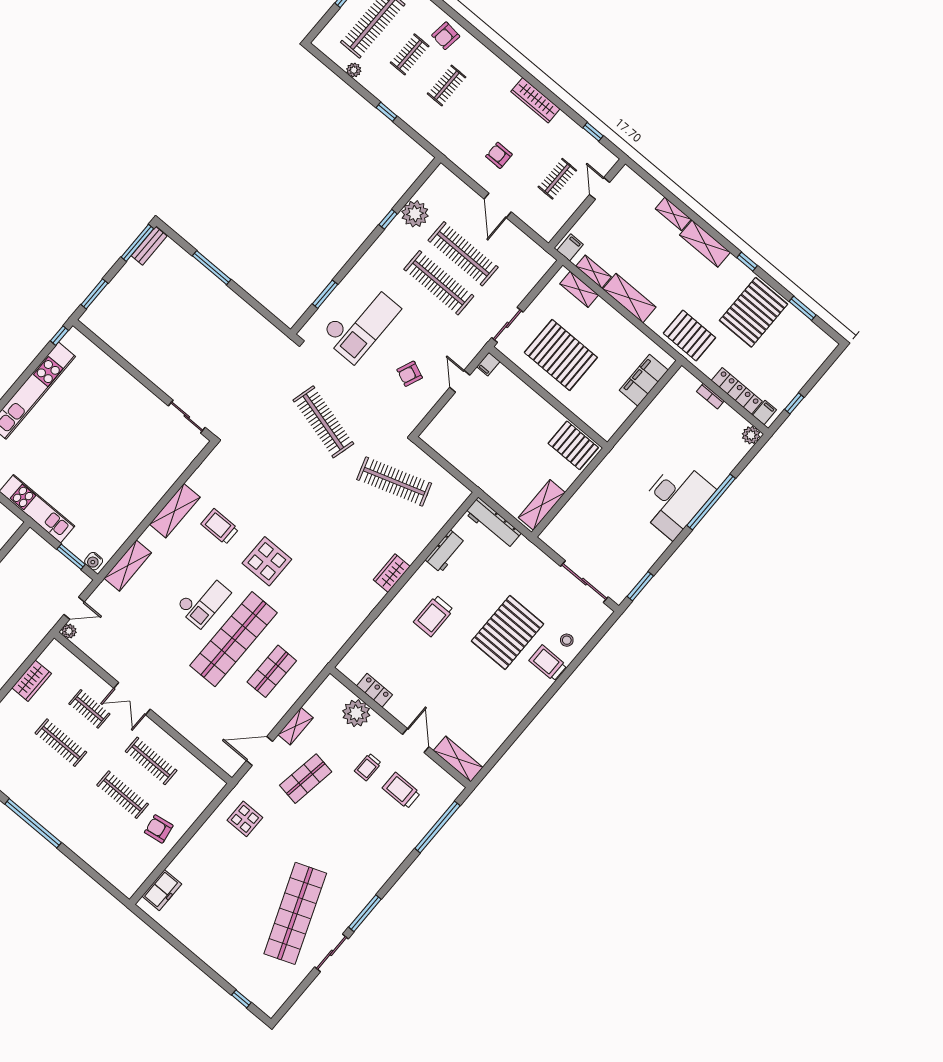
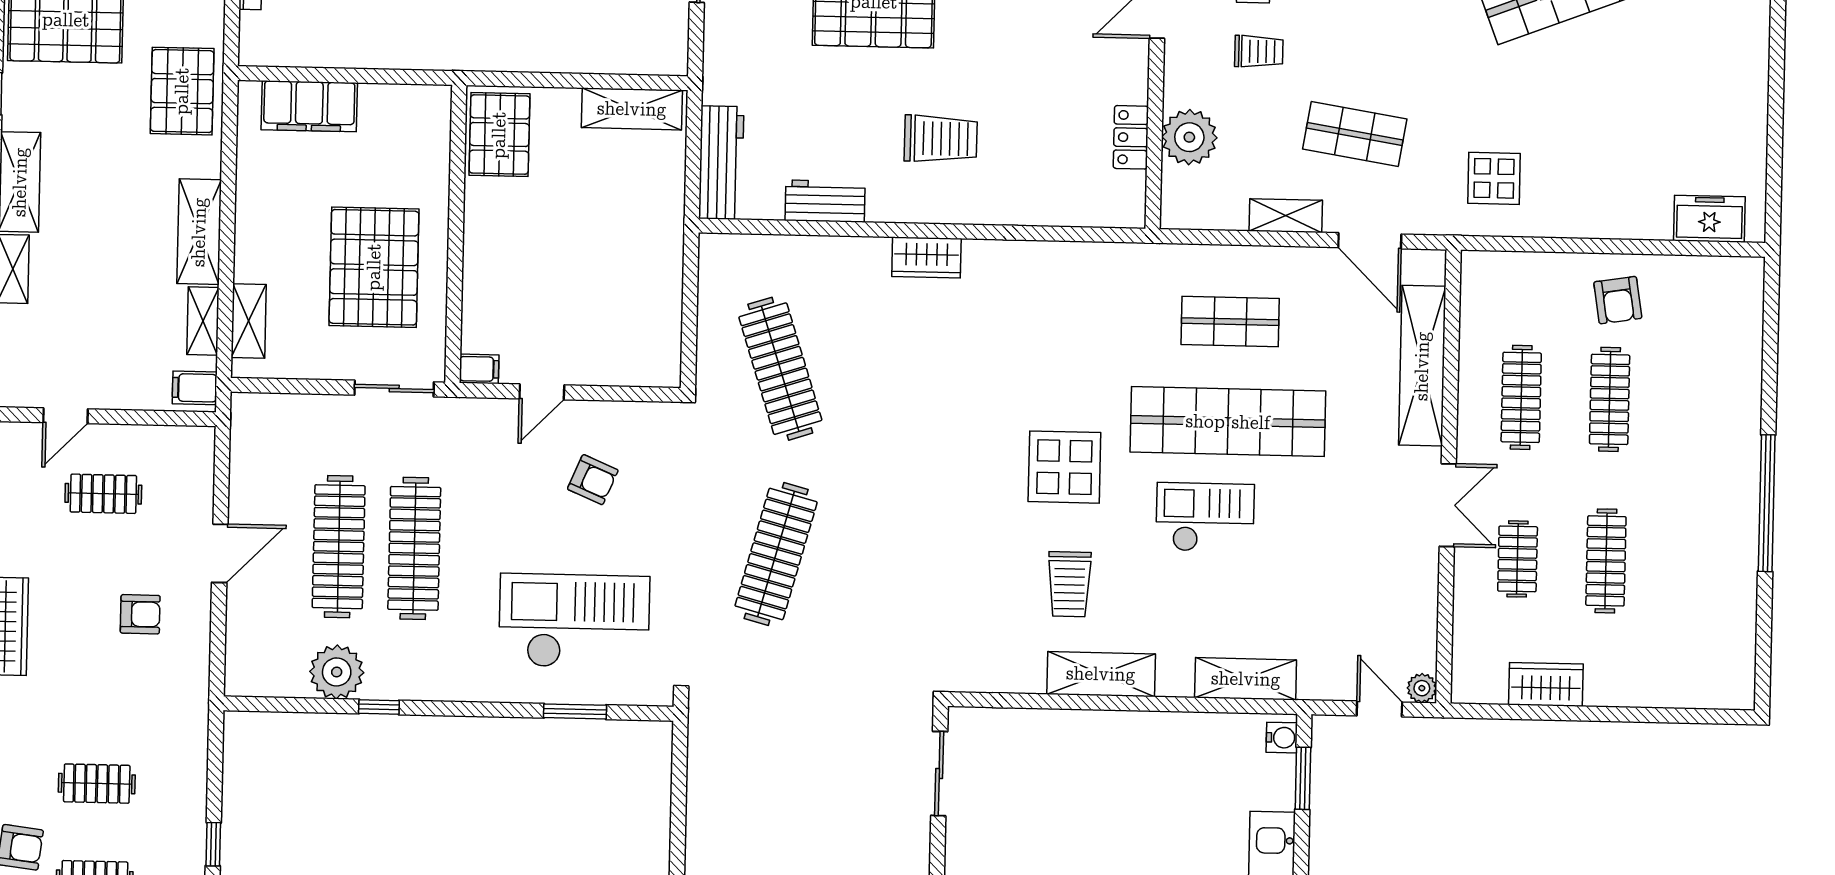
armchair: (499, 155) -> (140, 614), turned -90
shelving: (194, 732) -> (1422, 366), added

